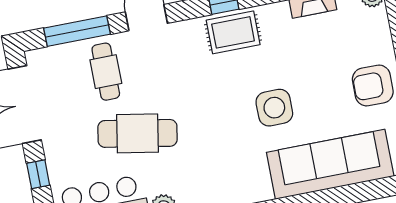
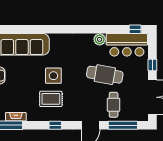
rug: (233, 32) -> (51, 99), moved
side table: (274, 108) -> (53, 76), moved

